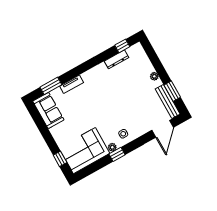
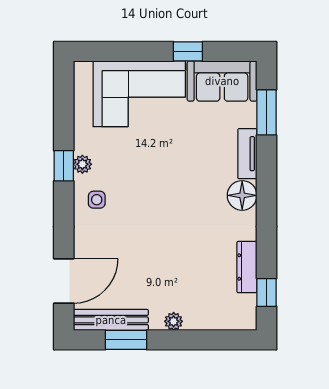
floor lamp: (89, 77) -> (242, 195), added
door: (163, 129) -> (64, 281), swing flipped
corner sofa: (84, 151) -> (139, 94), moved, turned 90
window: (60, 159) -> (188, 51), moved

